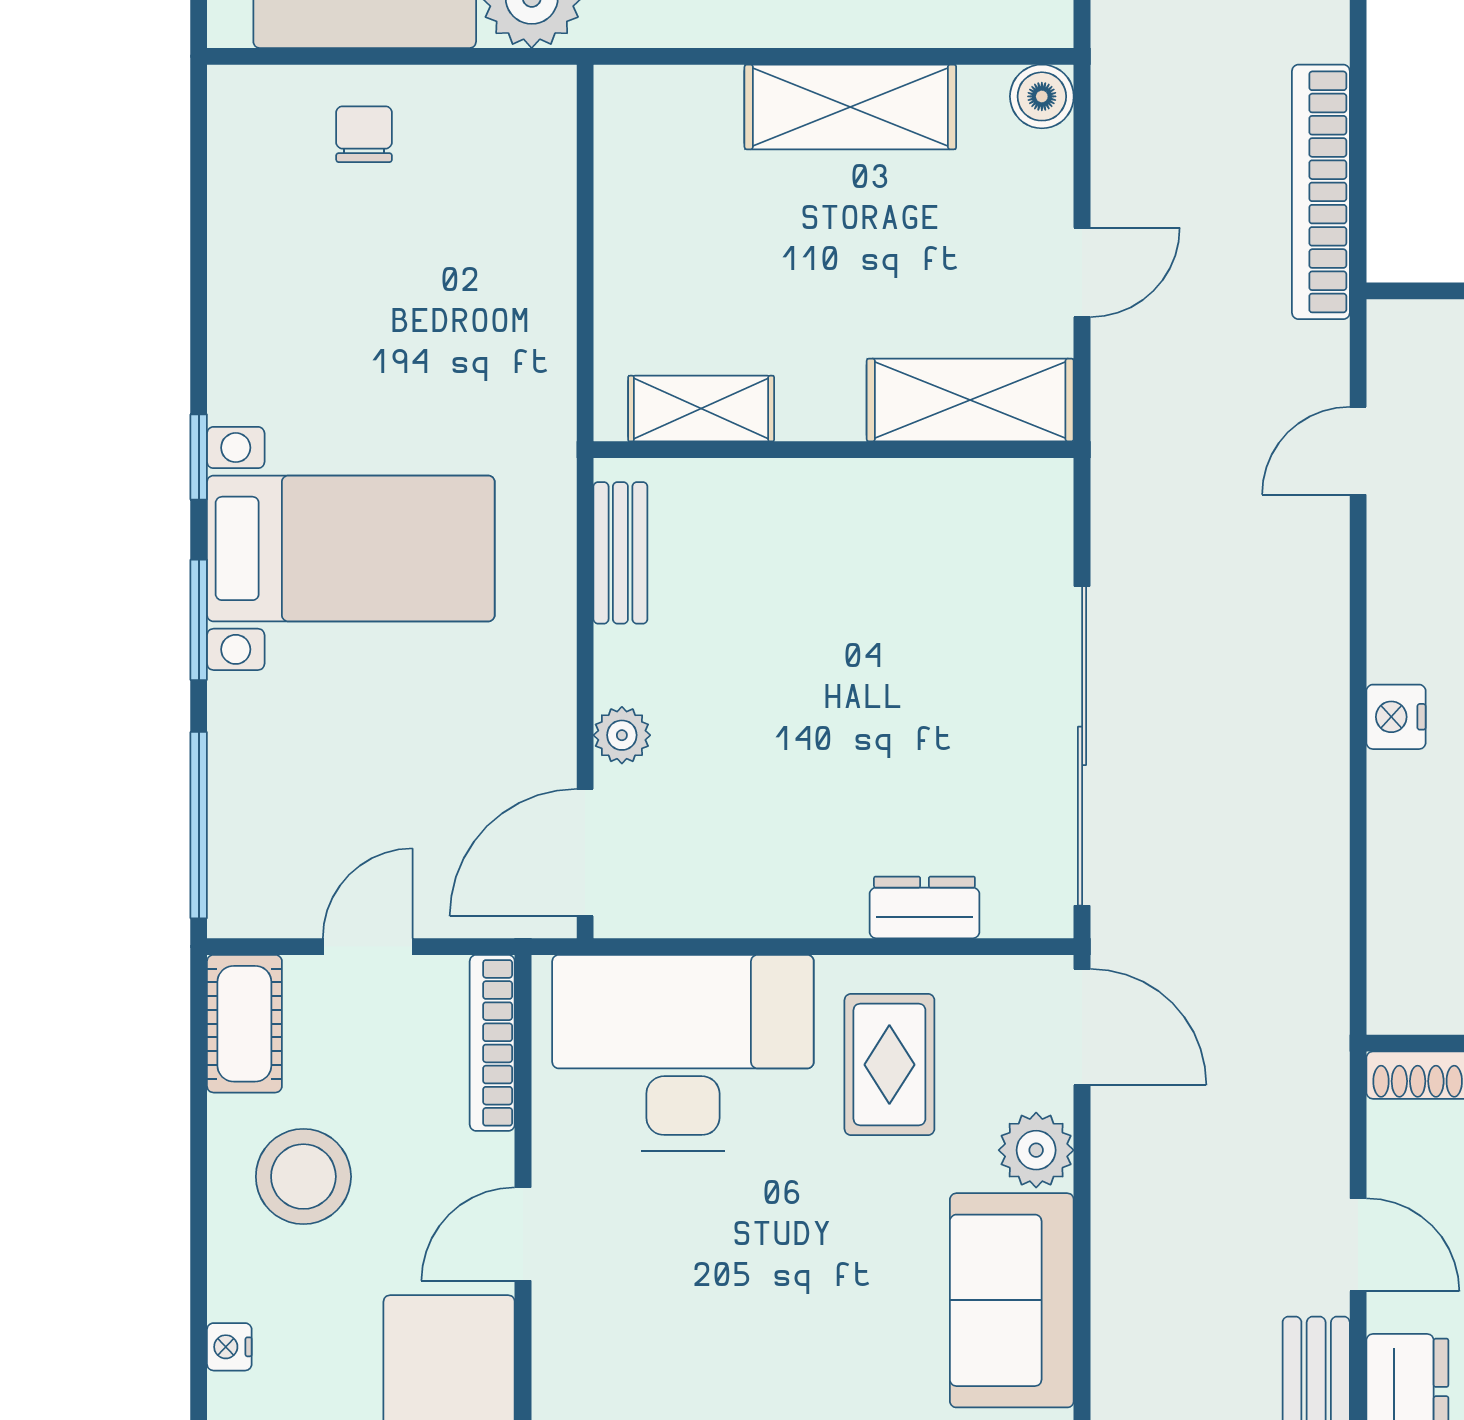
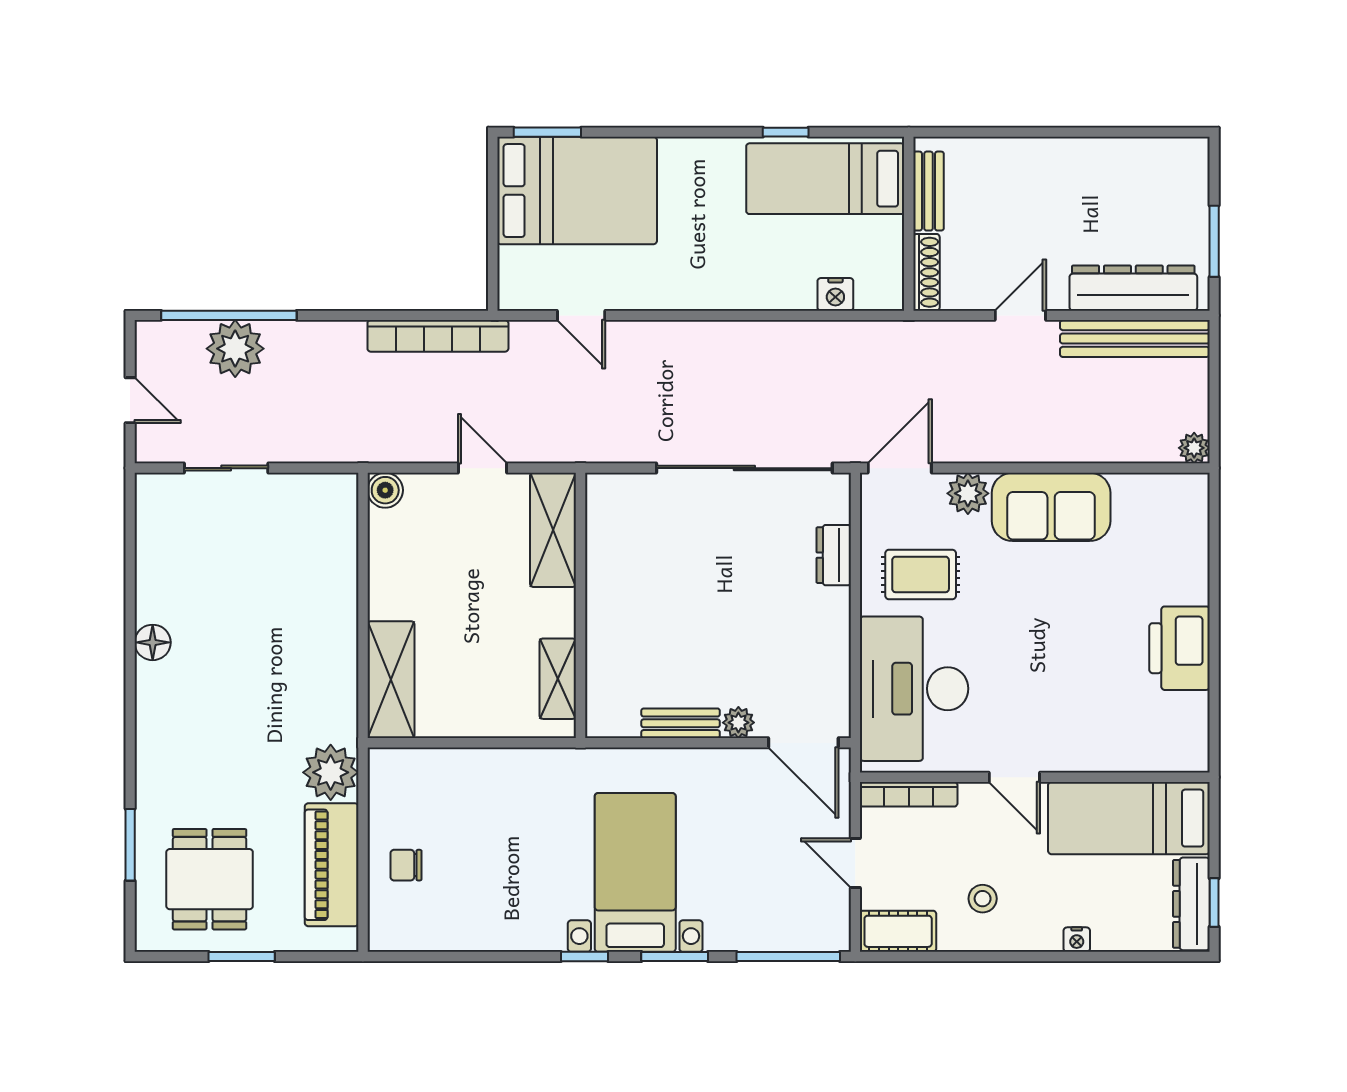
shelving: (850, 107) -> (391, 680), moved
bench: (620, 553) -> (681, 723), moved
nightstand: (1396, 717) -> (835, 294), moved
stool: (303, 1177) -> (983, 899), width x0.53, depth x0.53

